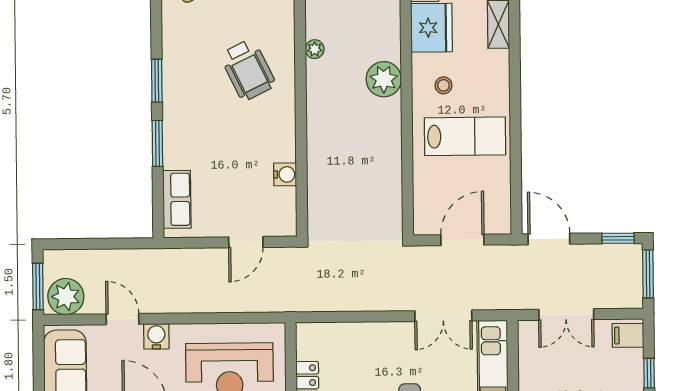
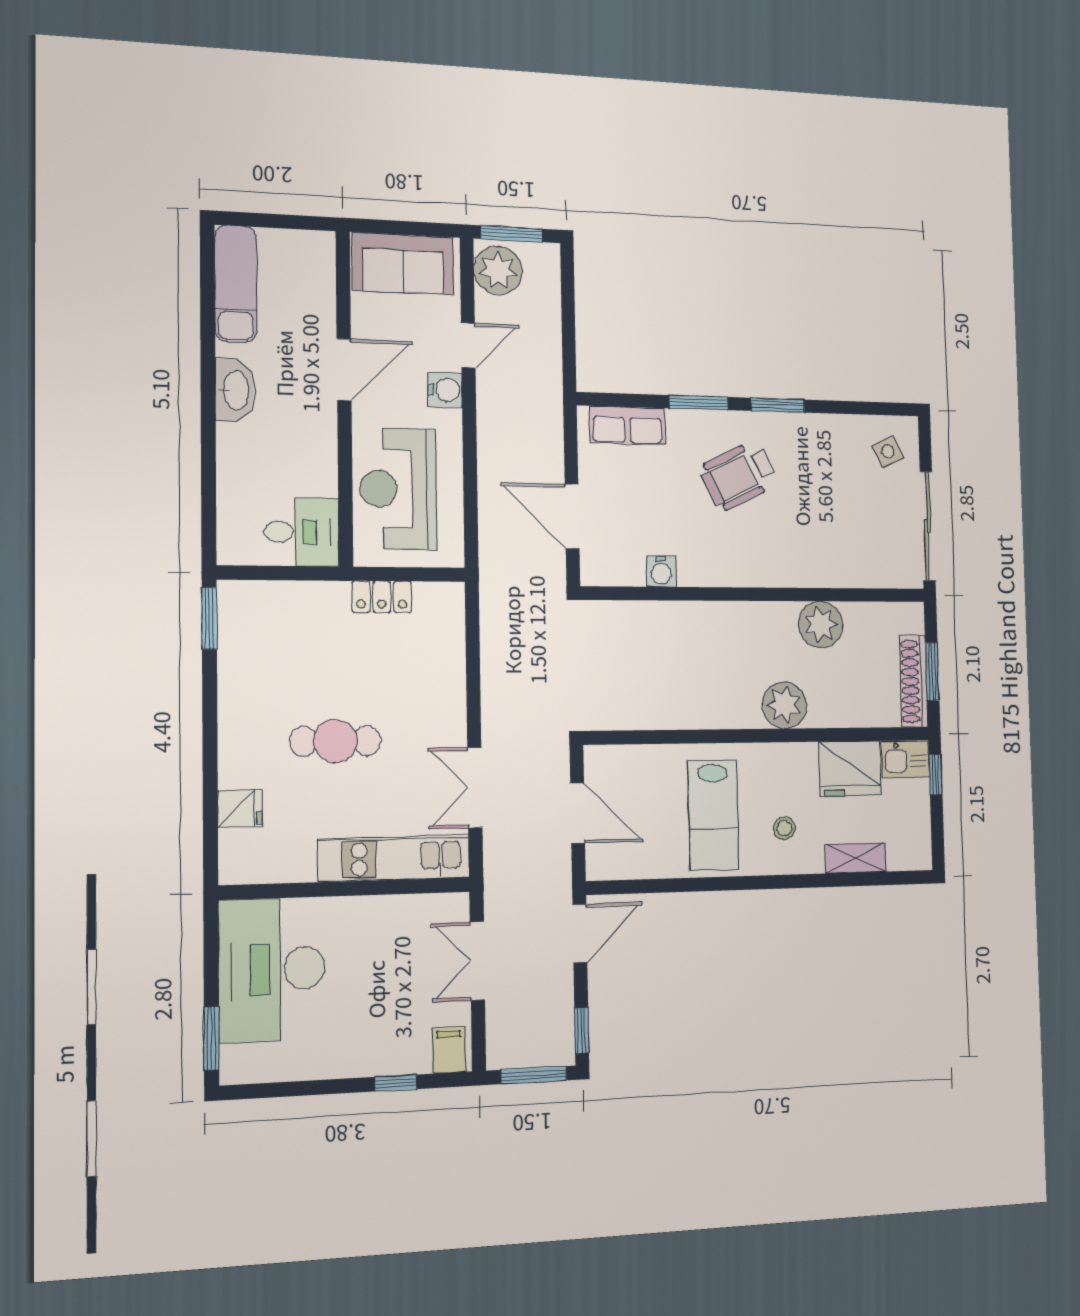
plant: (315, 49) -> (821, 625), width x1.88, depth x1.88
wheelchair: (248, 70) -> (739, 476), moved
stool: (444, 85) -> (784, 828), moved
door: (246, 242) -> (572, 516), width x1.38

